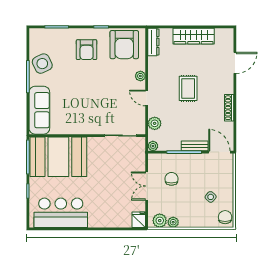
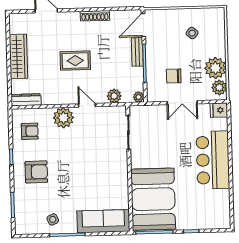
armchair: (124, 45) -> (30, 131), width x0.53, depth x0.53
side table: (42, 64) -> (53, 219), width x0.54, depth x0.54
plant: (140, 76) -> (63, 118), width x1.87, depth x1.87
door: (147, 98) -> (87, 105), swing flipped
bar counter: (61, 213) -> (213, 160), moved
chair: (225, 217) -> (214, 17), removed
plant: (173, 222) -> (215, 68), width x1.88, depth x1.88

